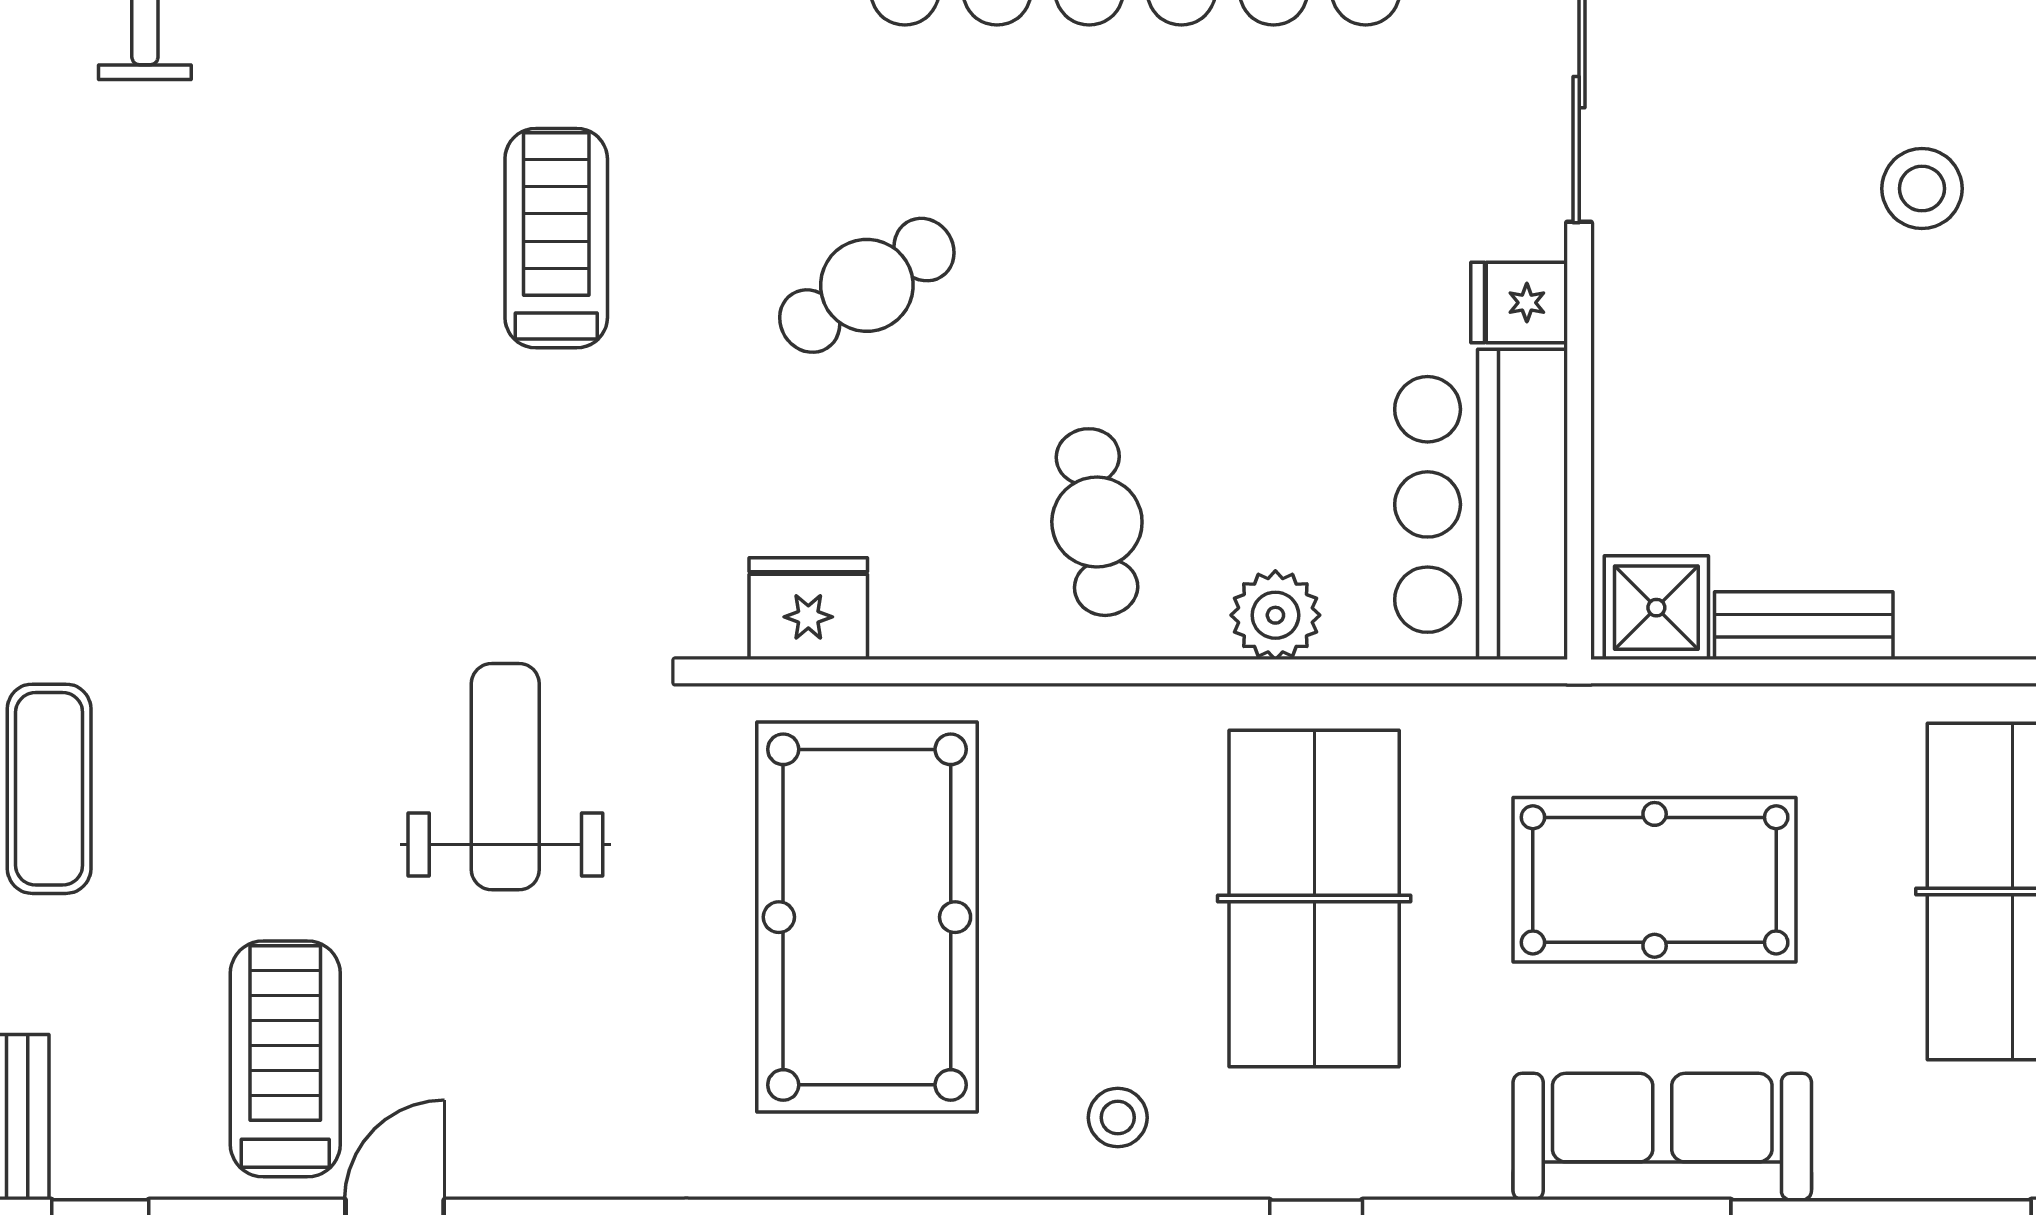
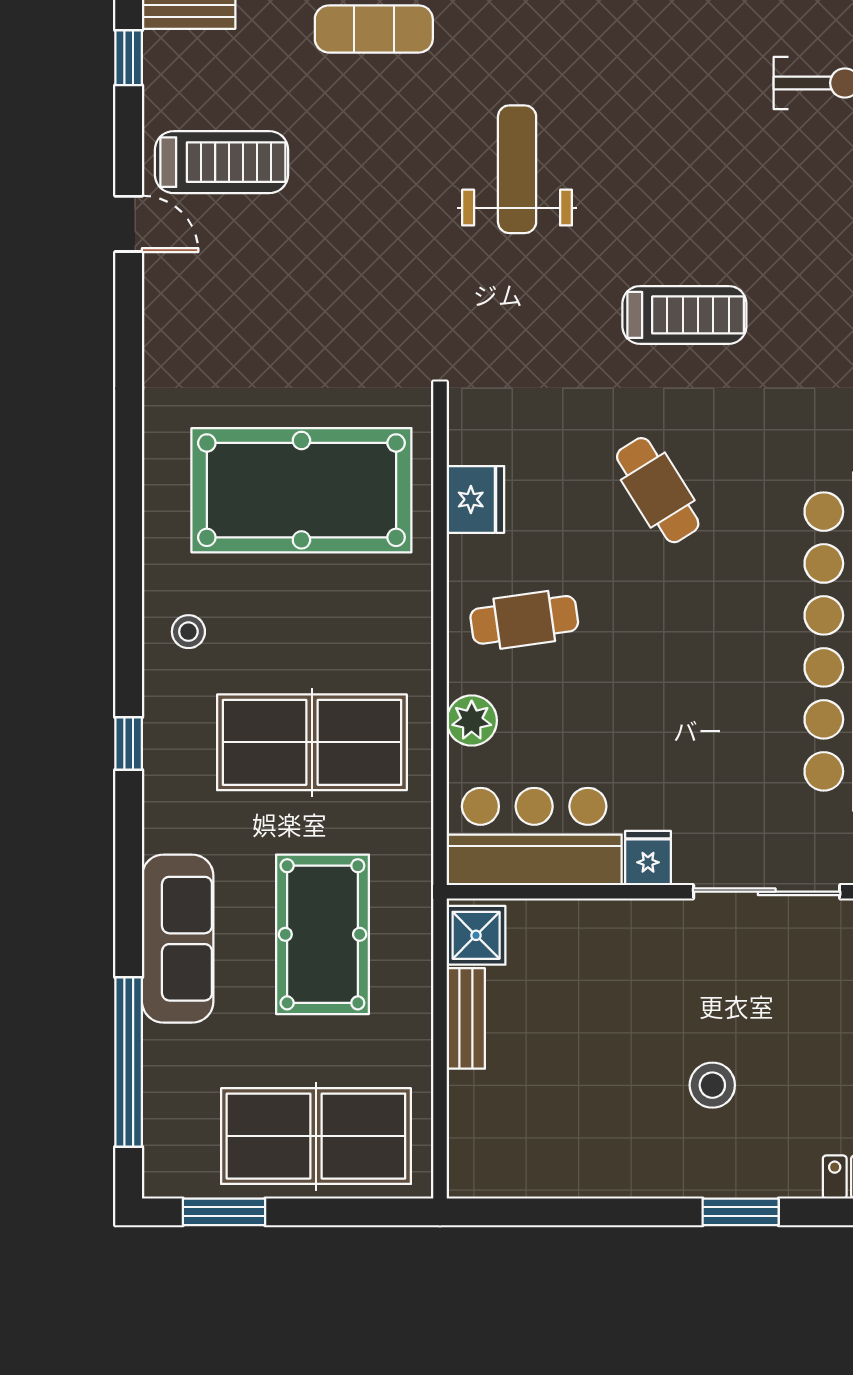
fridge: (808, 609) -> (475, 499), moved
weight bench: (505, 777) -> (517, 169), moved, turned -90

